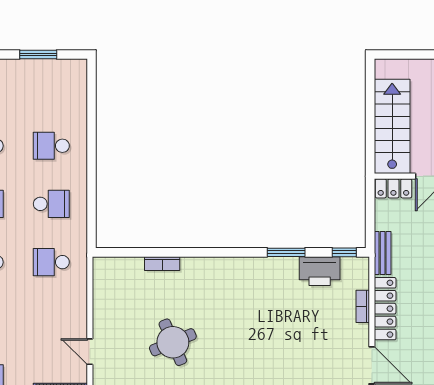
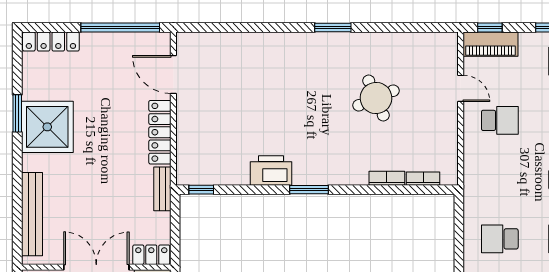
window: (286, 252) -> (309, 190), moved
school desk: (51, 262) -> (500, 120), moved
printer: (320, 271) -> (271, 170), moved
bookcase: (363, 306) -> (423, 179), moved, turned -90

